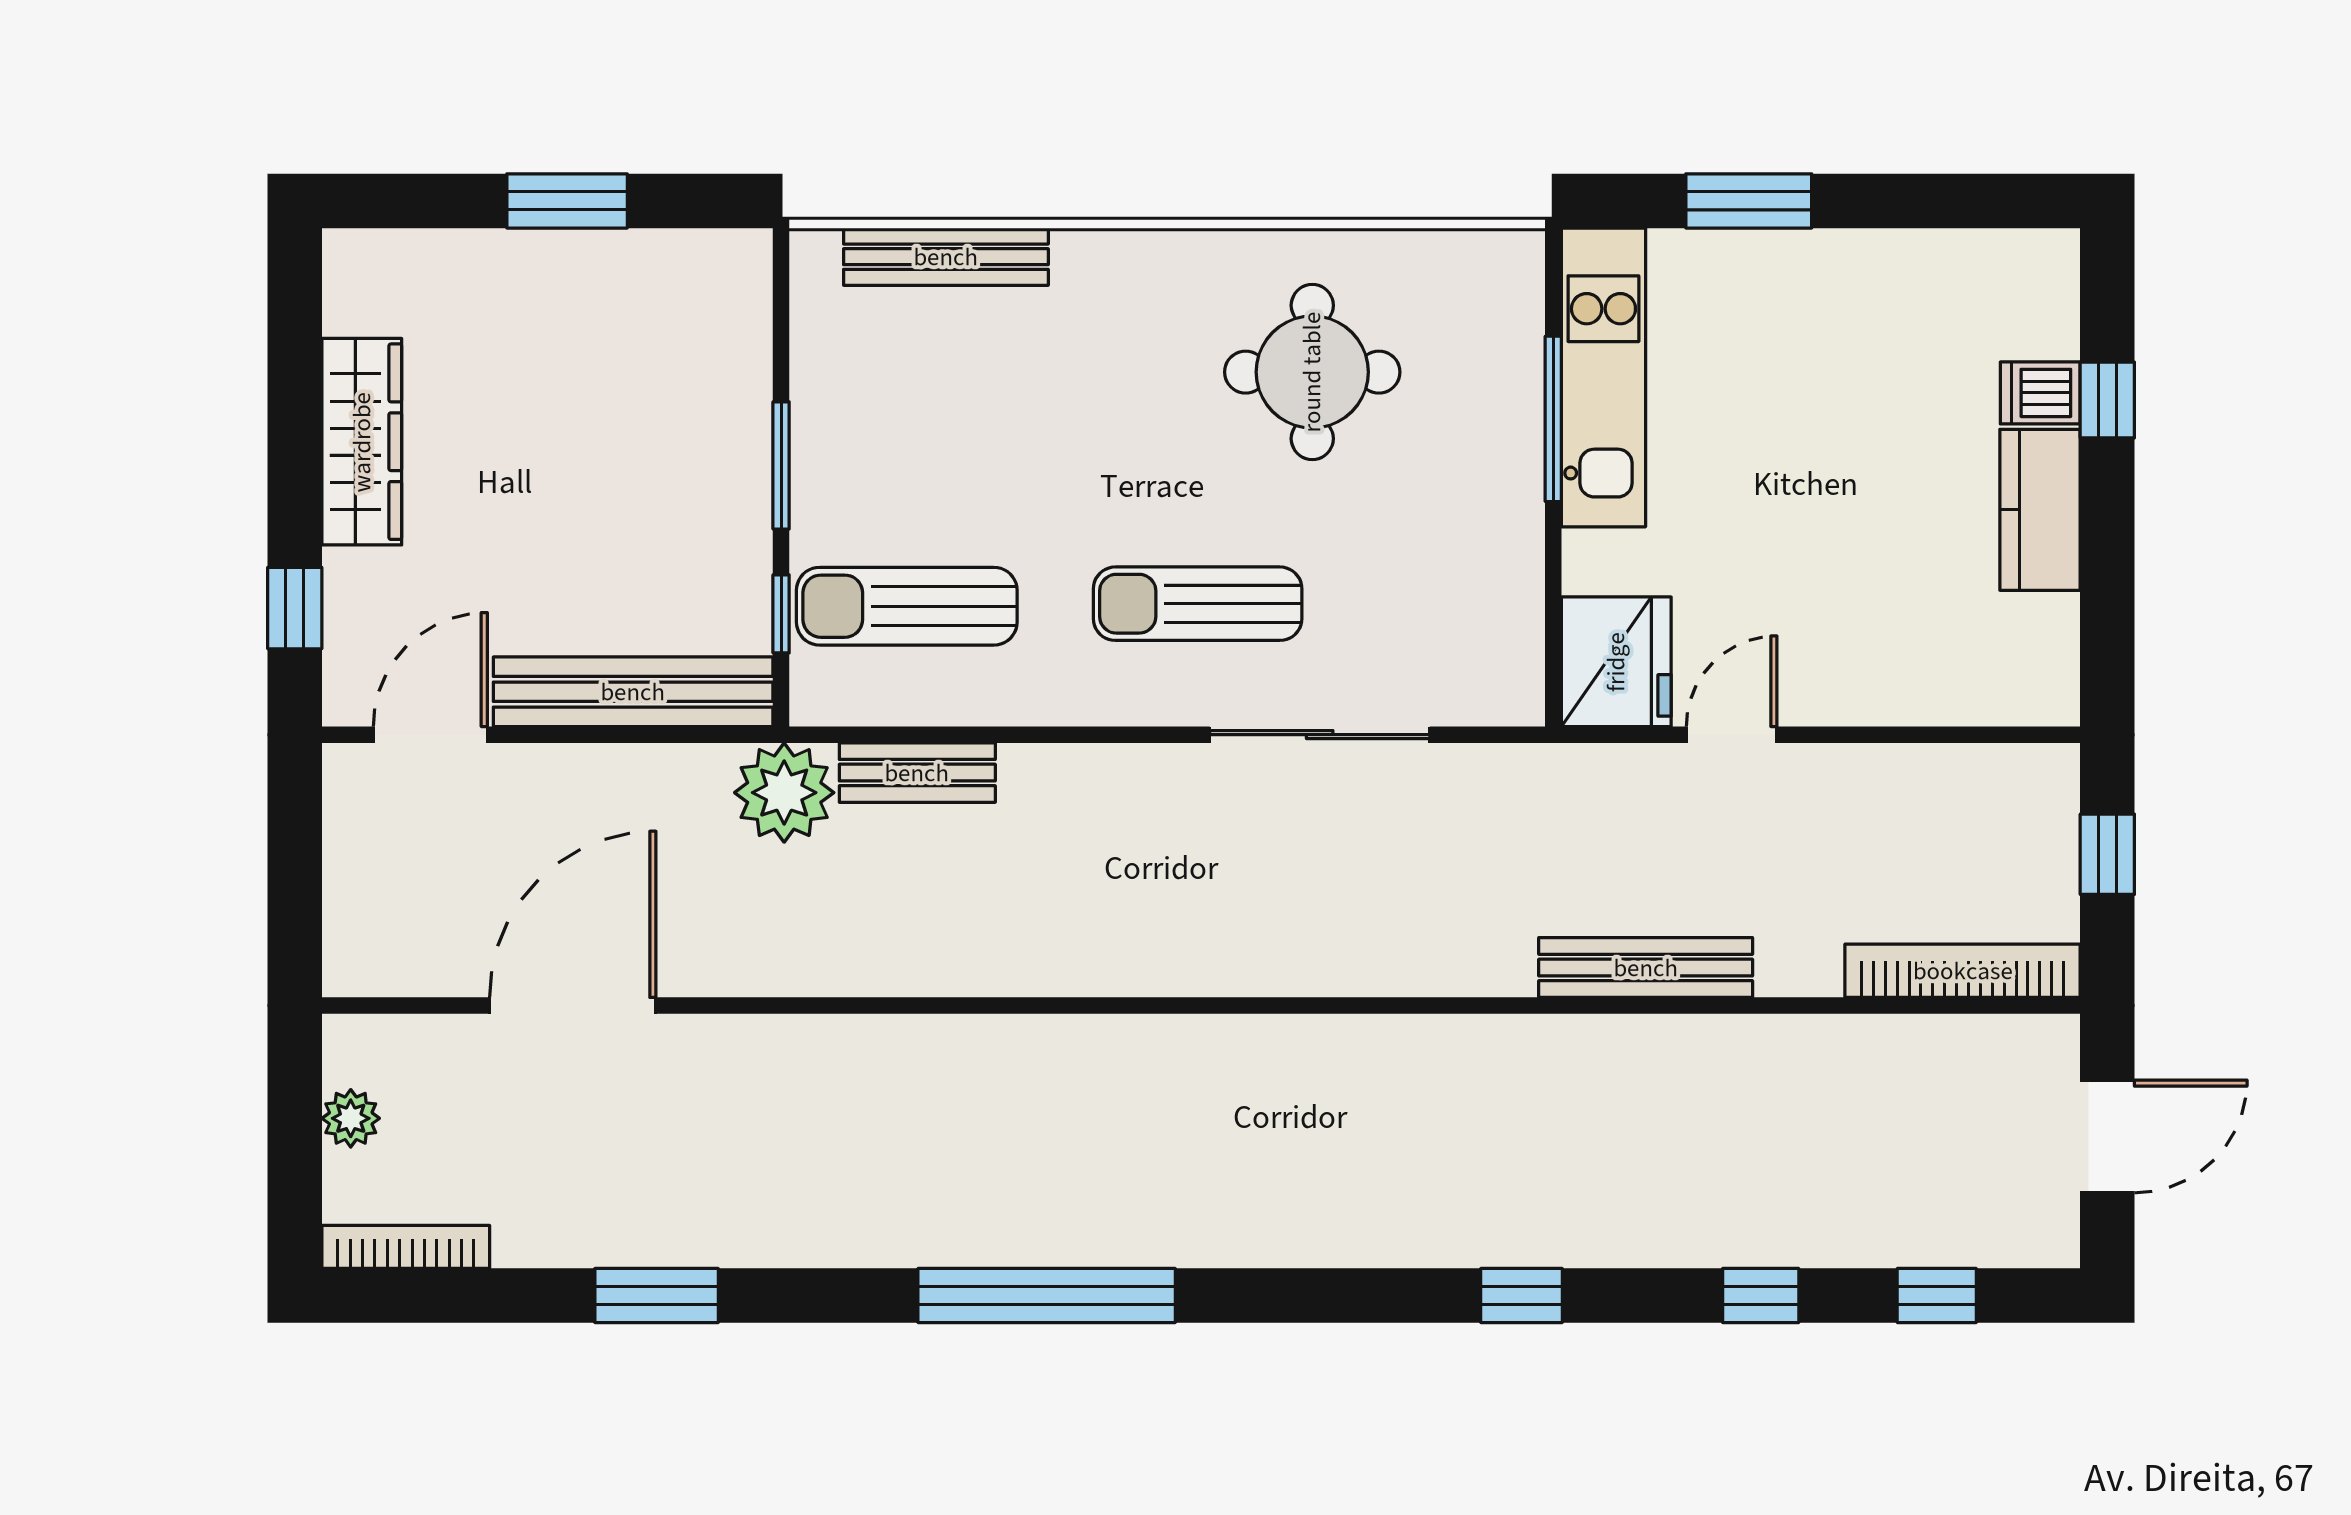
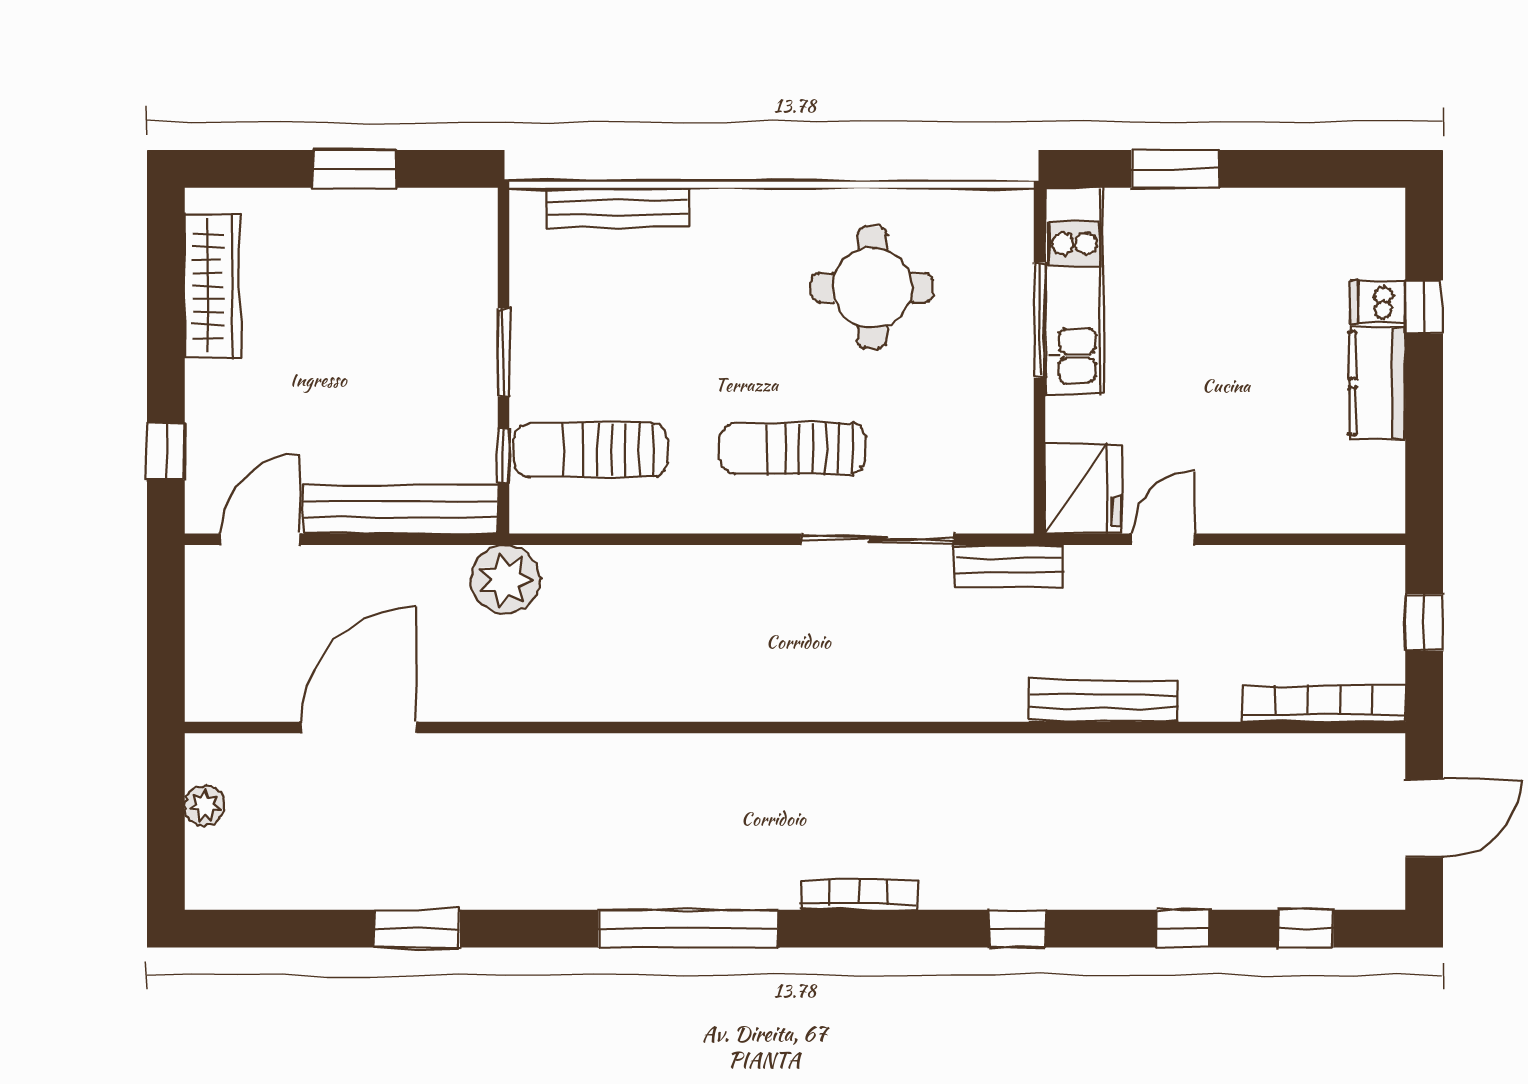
wardrobe: (362, 442) -> (212, 286), moved
bench: (917, 773) -> (1009, 566), moved
bookcase: (406, 1247) -> (859, 895), moved

